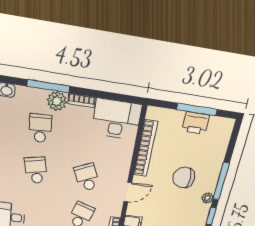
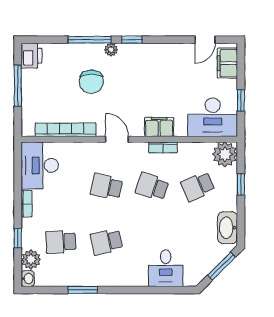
window: (48, 86) -> (18, 238), width x0.46
plant: (57, 101) -> (31, 259), moved
printer: (196, 123) -> (32, 56), moved
school desk: (87, 177) -> (106, 187), turned 36

